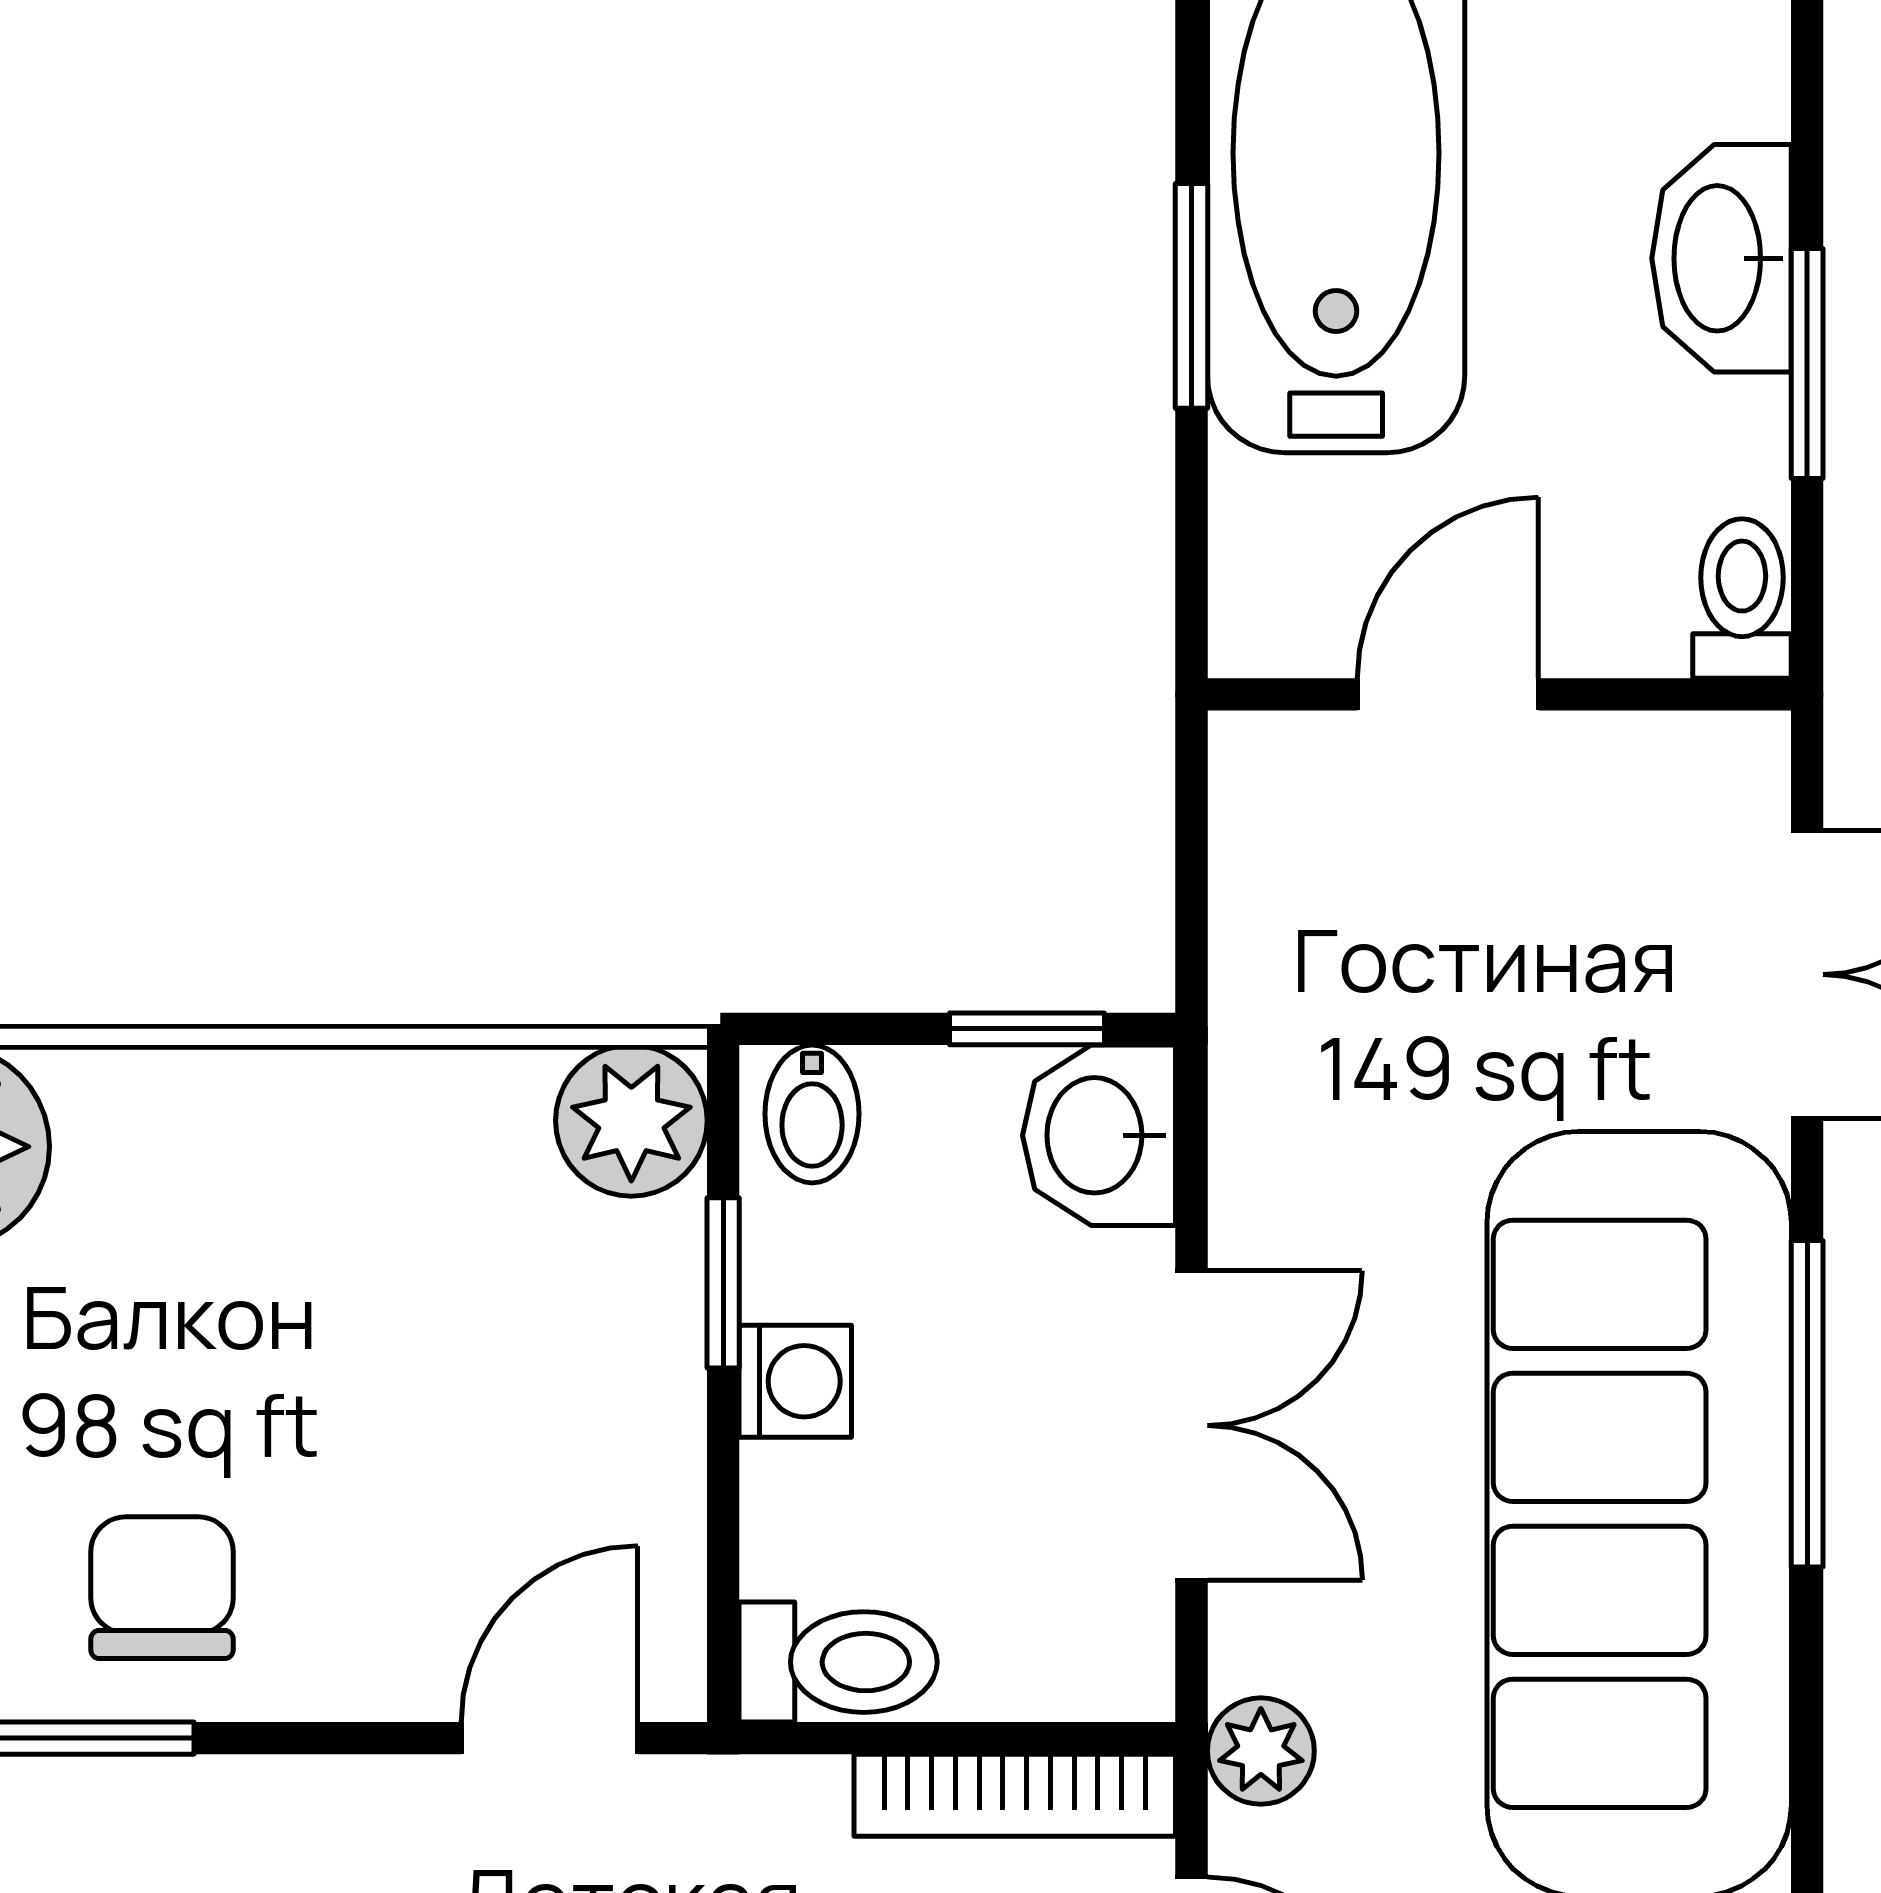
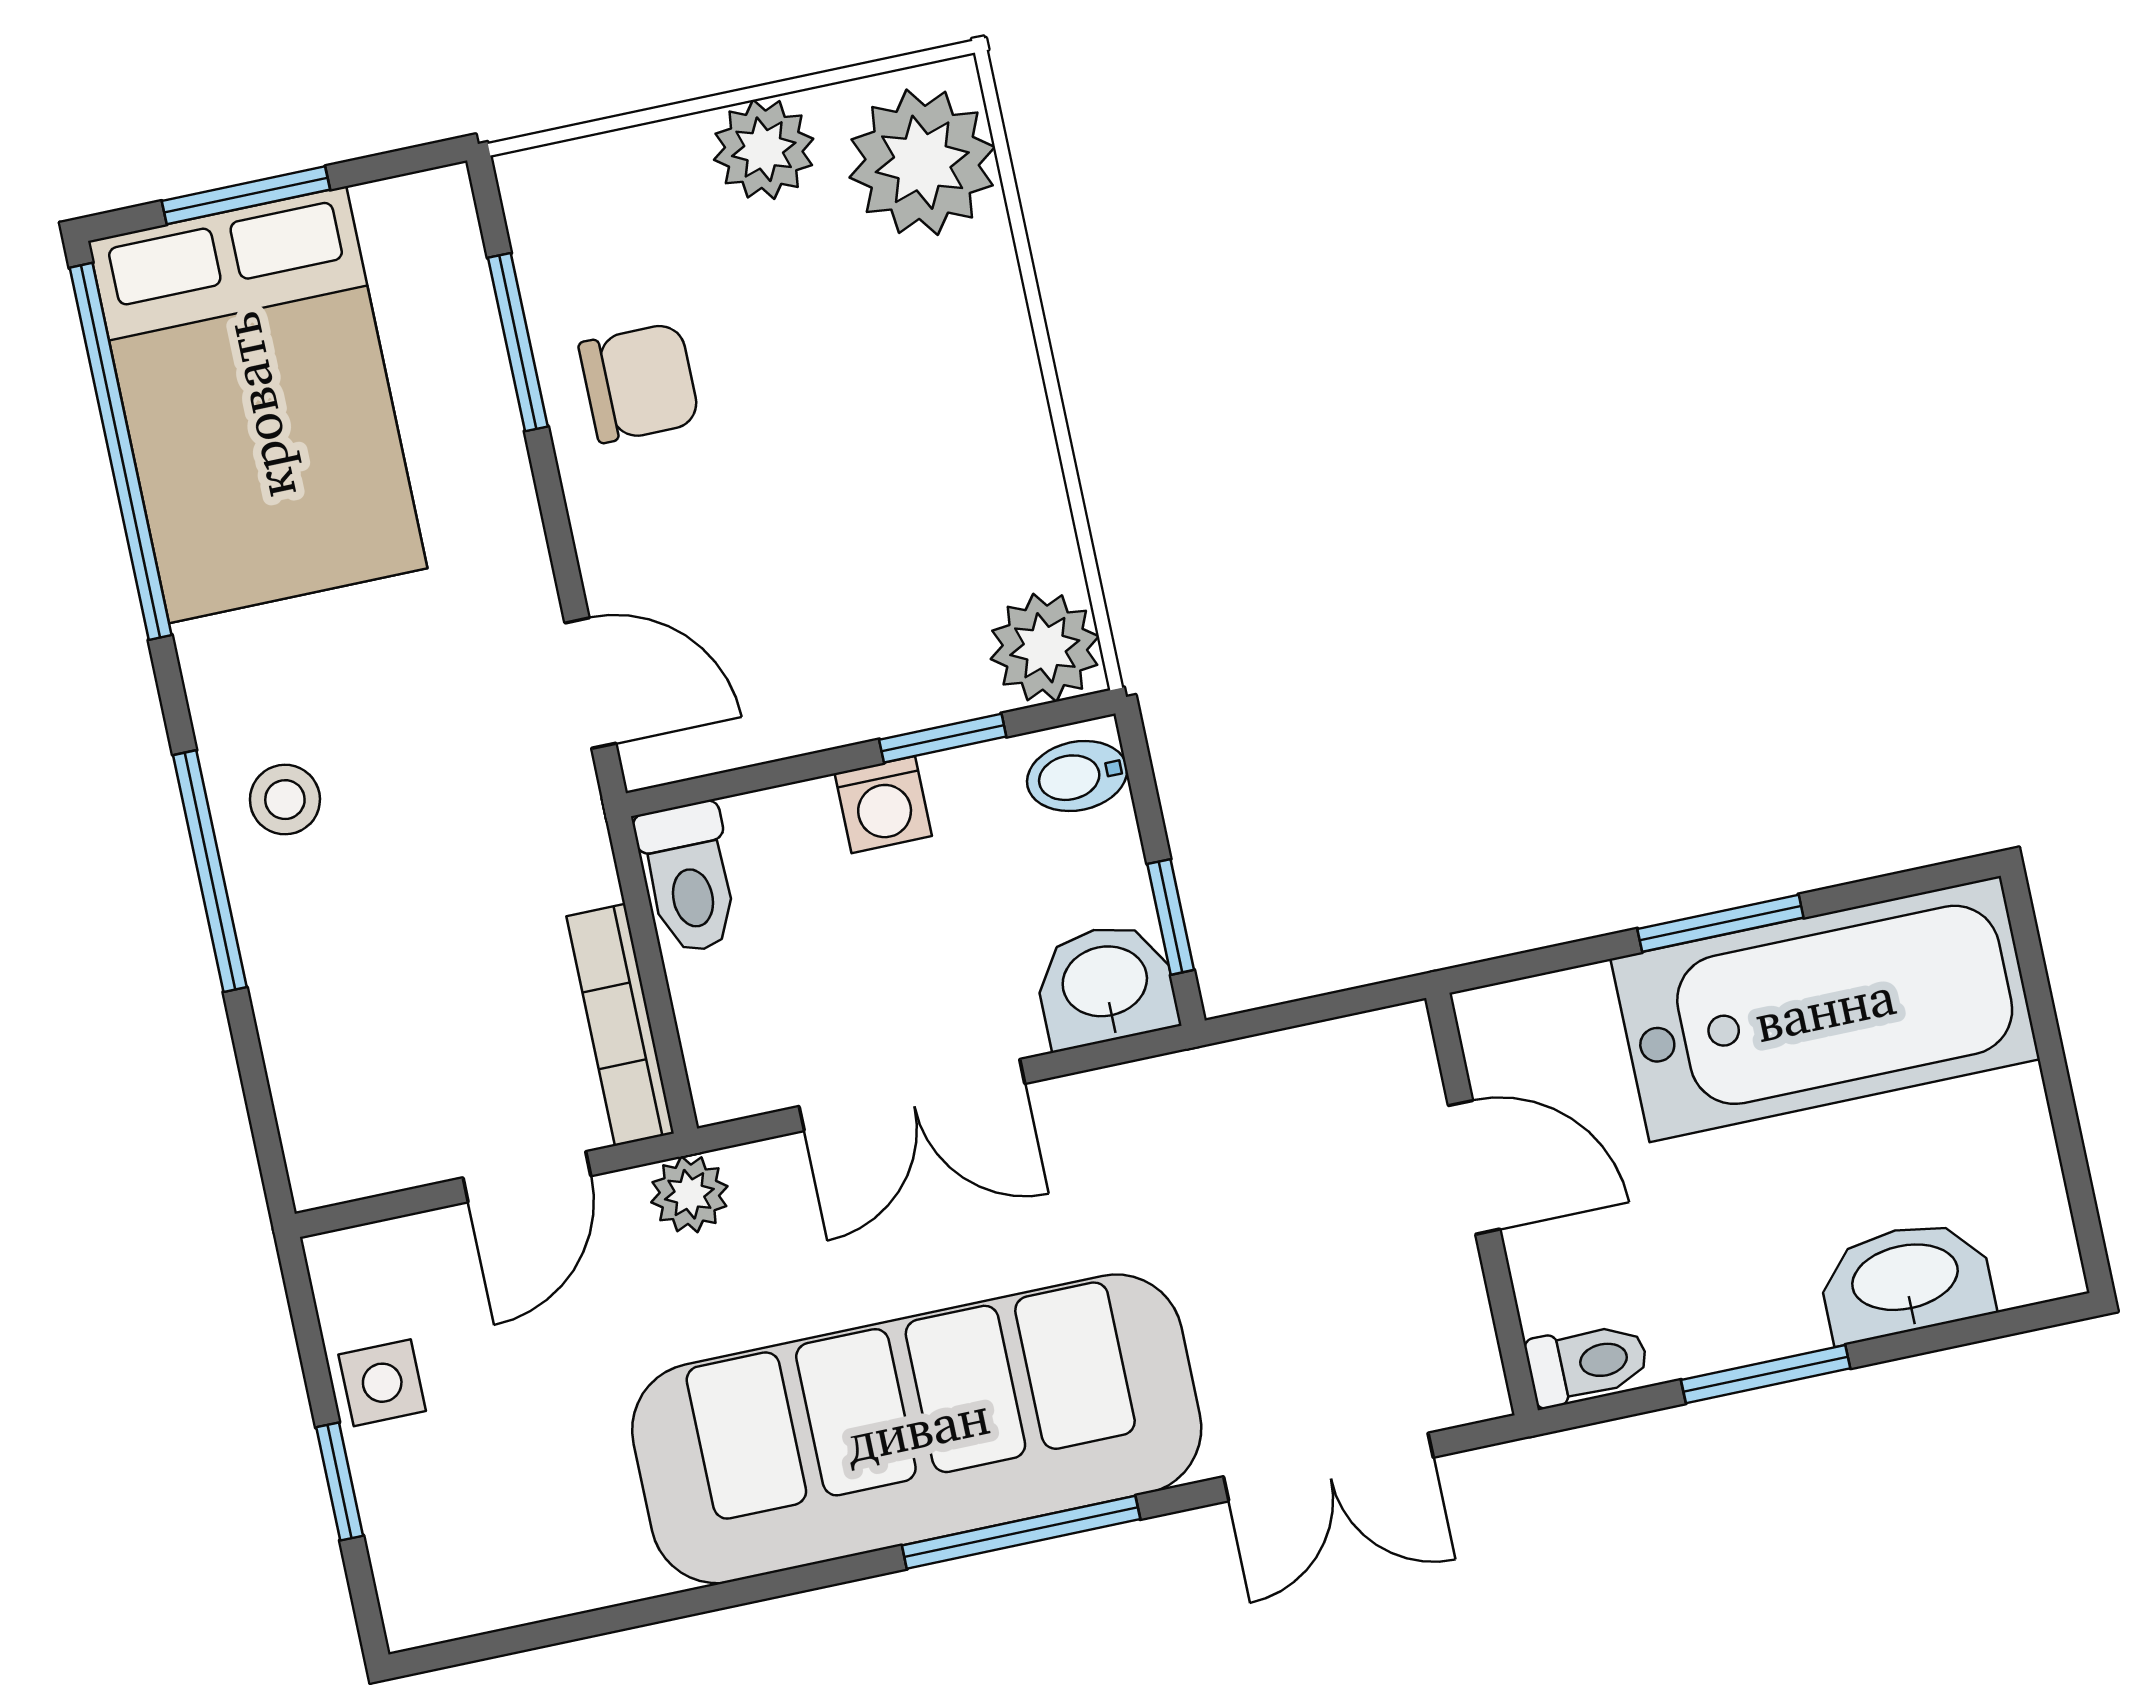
washbasin: (1721, 258) -> (1906, 1280), moved

